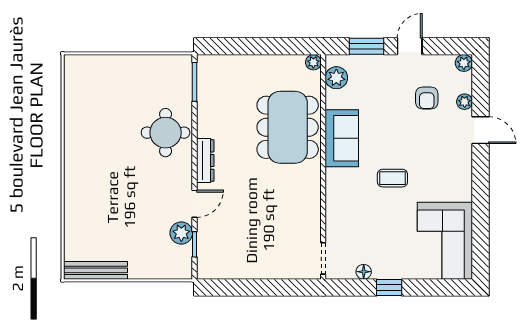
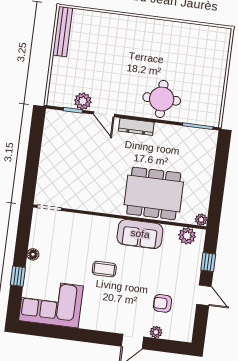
window: (366, 46) -> (208, 262), width x0.67
plant: (464, 63) -> (186, 335), removed
coffee table: (392, 178) -> (104, 269), turned 90
floor lamp: (364, 272) -> (33, 254), moved
window: (389, 287) -> (18, 276), moved

